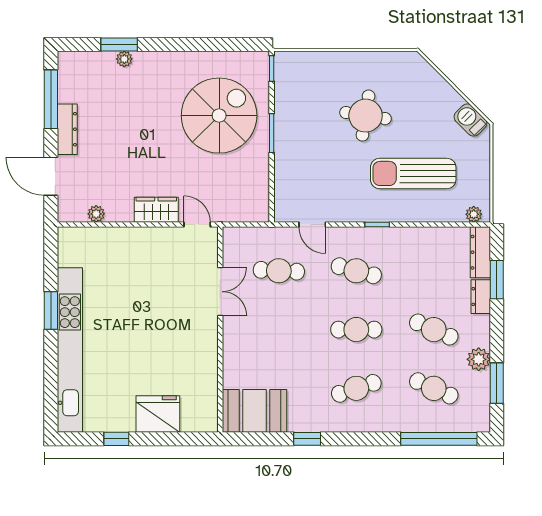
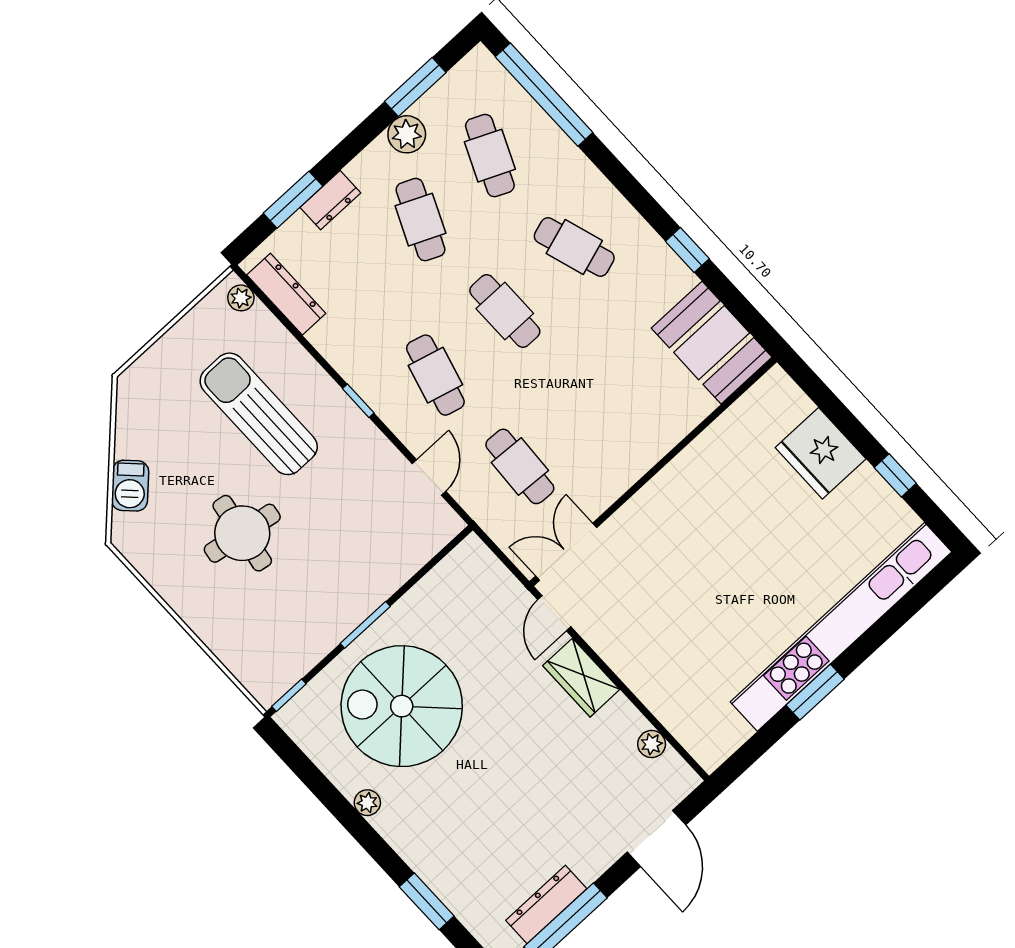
plant: (124, 59) -> (367, 803), moved
barbecue: (470, 120) -> (130, 486), moved
dresser: (67, 129) -> (546, 904), moved
sun lounger: (413, 173) -> (259, 414), turned 180
dresser: (480, 252) -> (286, 294), moved, turned -90
double door: (220, 292) -> (566, 552), moved

